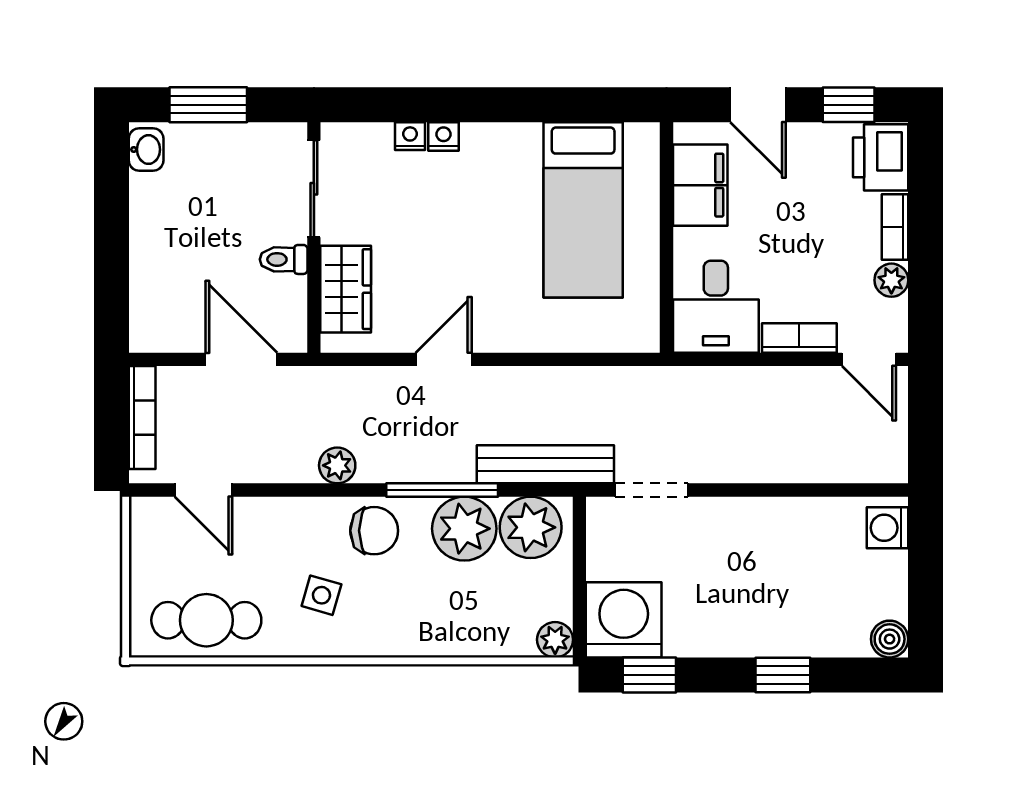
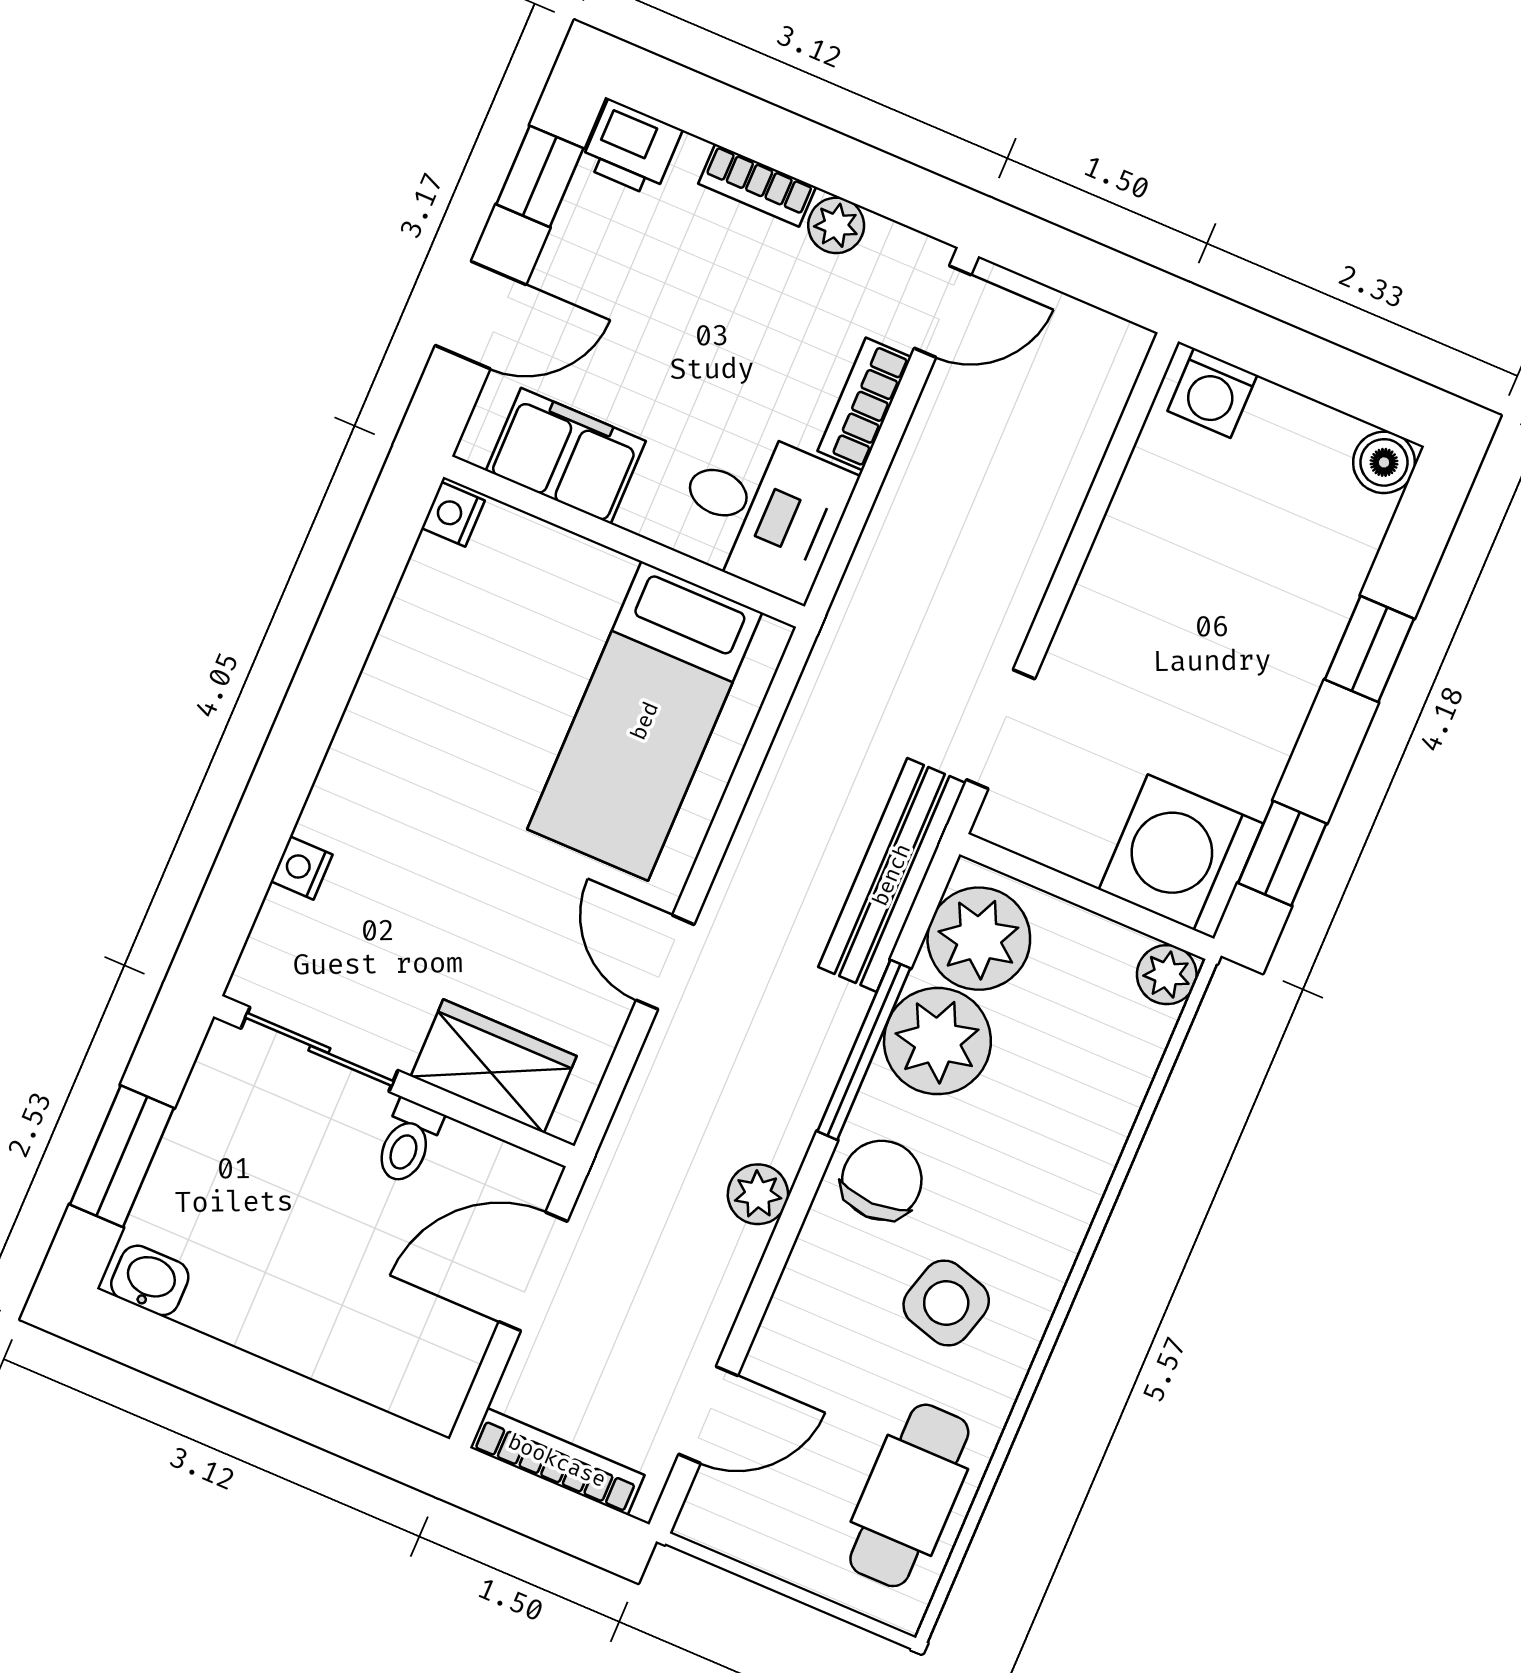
nightstand: (444, 136) -> (453, 514), moved
printer: (881, 157) -> (631, 148), width x0.73, depth x0.81
bed: (583, 210) -> (645, 721), moved, turned 90
side table: (321, 595) -> (946, 1303), width x1.37, depth x1.37

